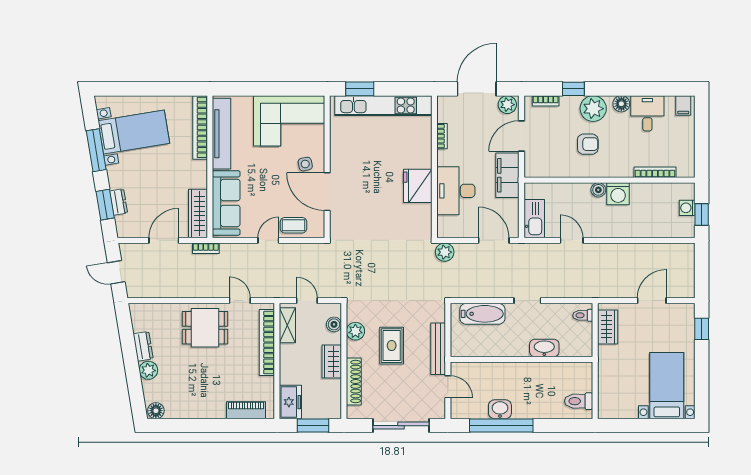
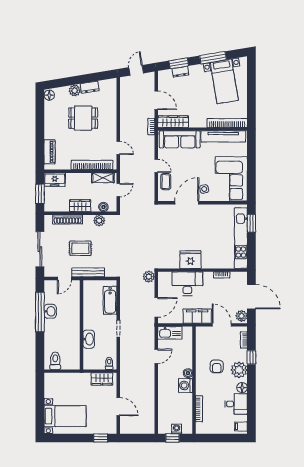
door: (240, 301) -> (118, 148), hinge flipped
dining table: (205, 328) -> (83, 118), moved, turned 90
rug: (392, 346) -> (80, 248), moved

